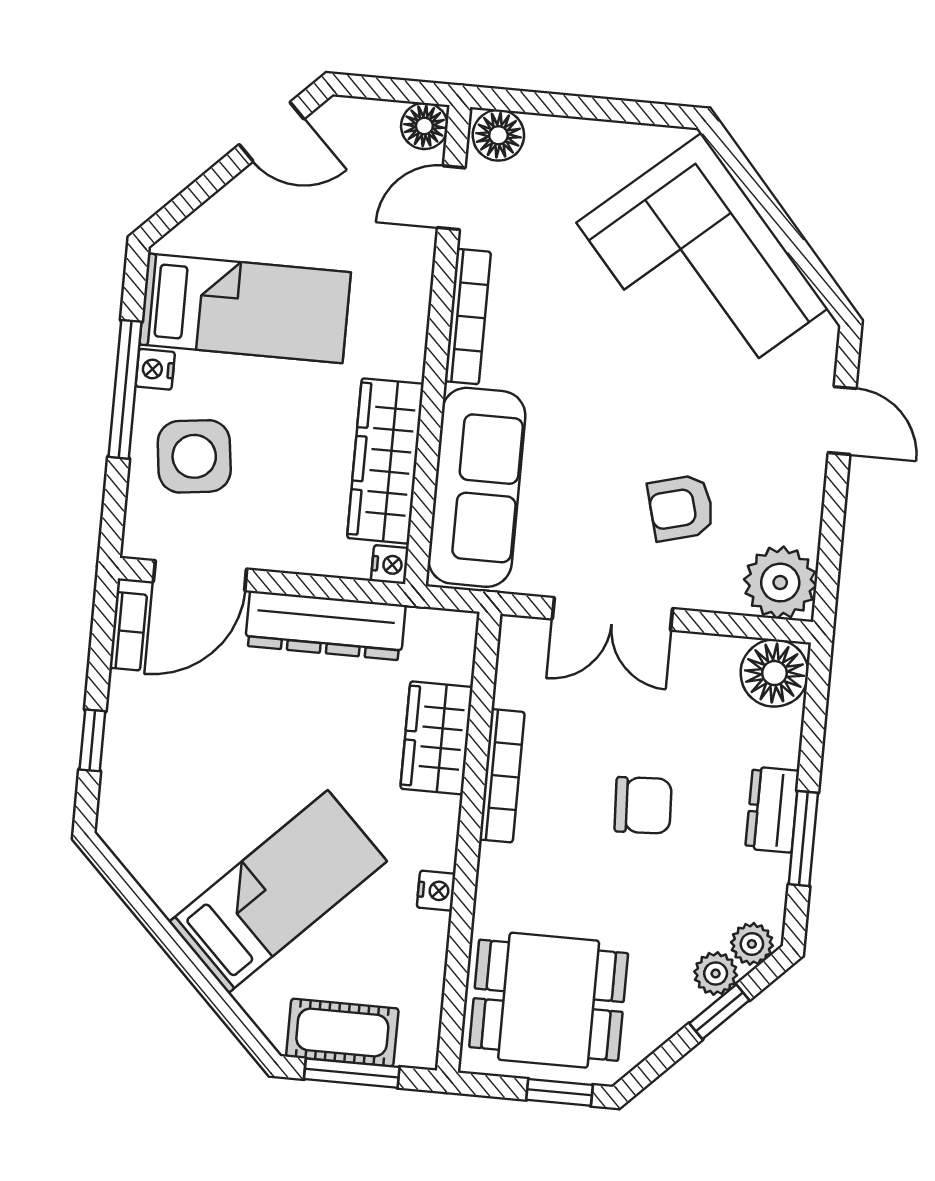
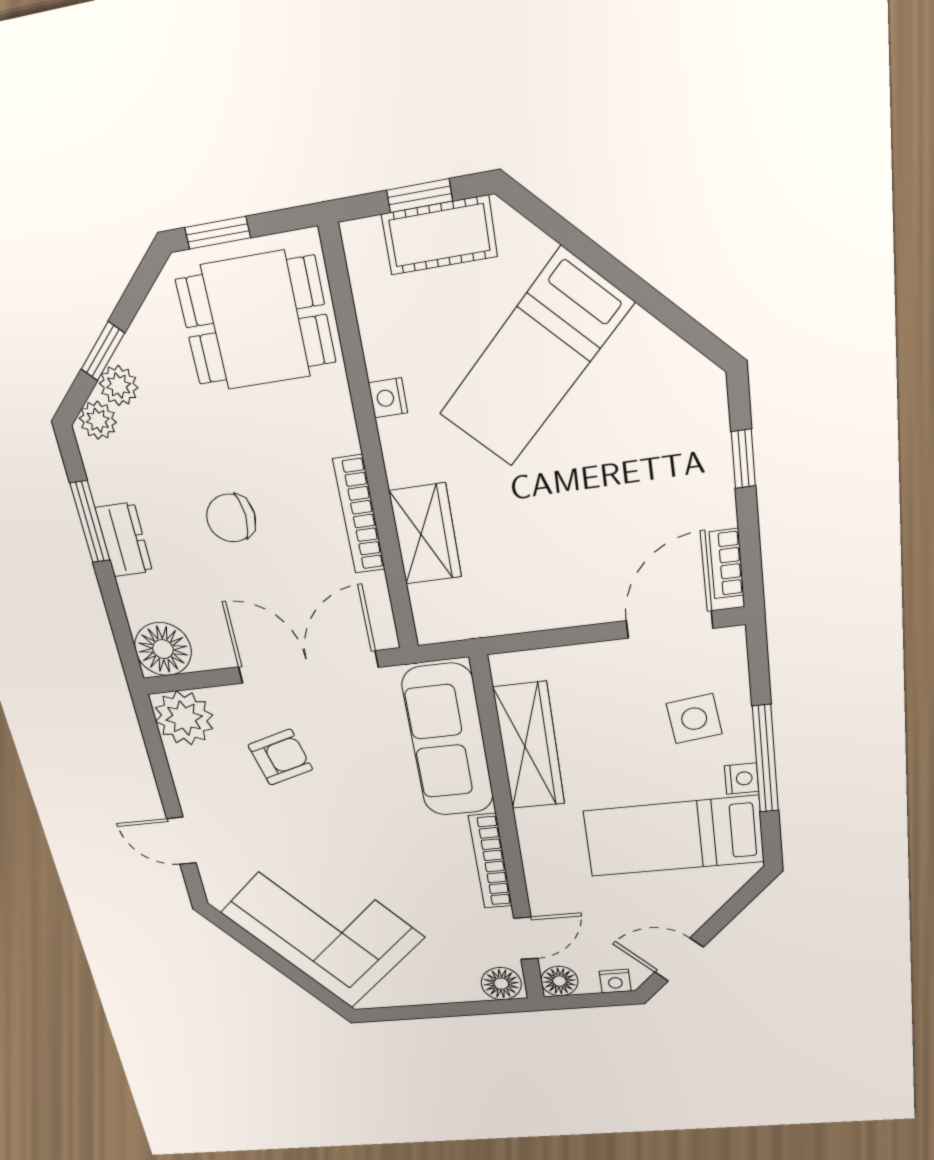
side table: (194, 456) -> (694, 719), width x0.73, depth x0.73
nightstand: (390, 565) -> (615, 981), moved, turned -90
double door: (612, 614) -> (308, 667), width x1.37
dresser: (325, 625) -> (548, 607), removed
window: (352, 1073) -> (420, 196), width x0.67

